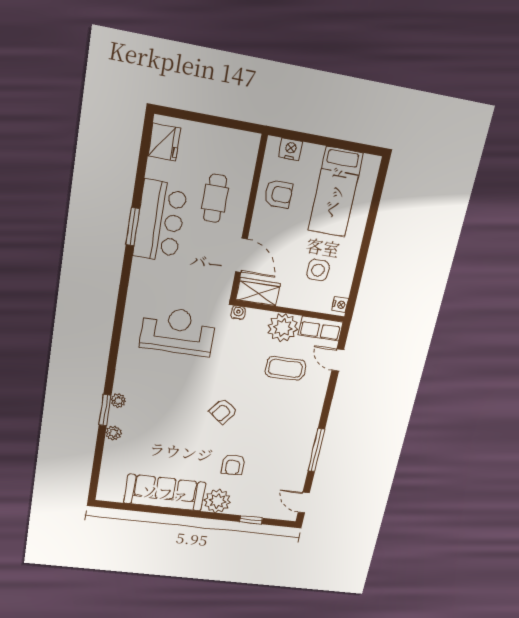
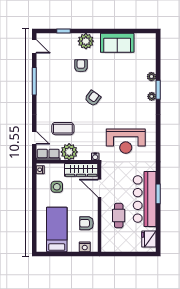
bar counter: (160, 221) -> (145, 199), width x1.36
wardrobe: (258, 292) -> (81, 170), width x1.50
sofa: (165, 493) -> (117, 43), width x0.73

